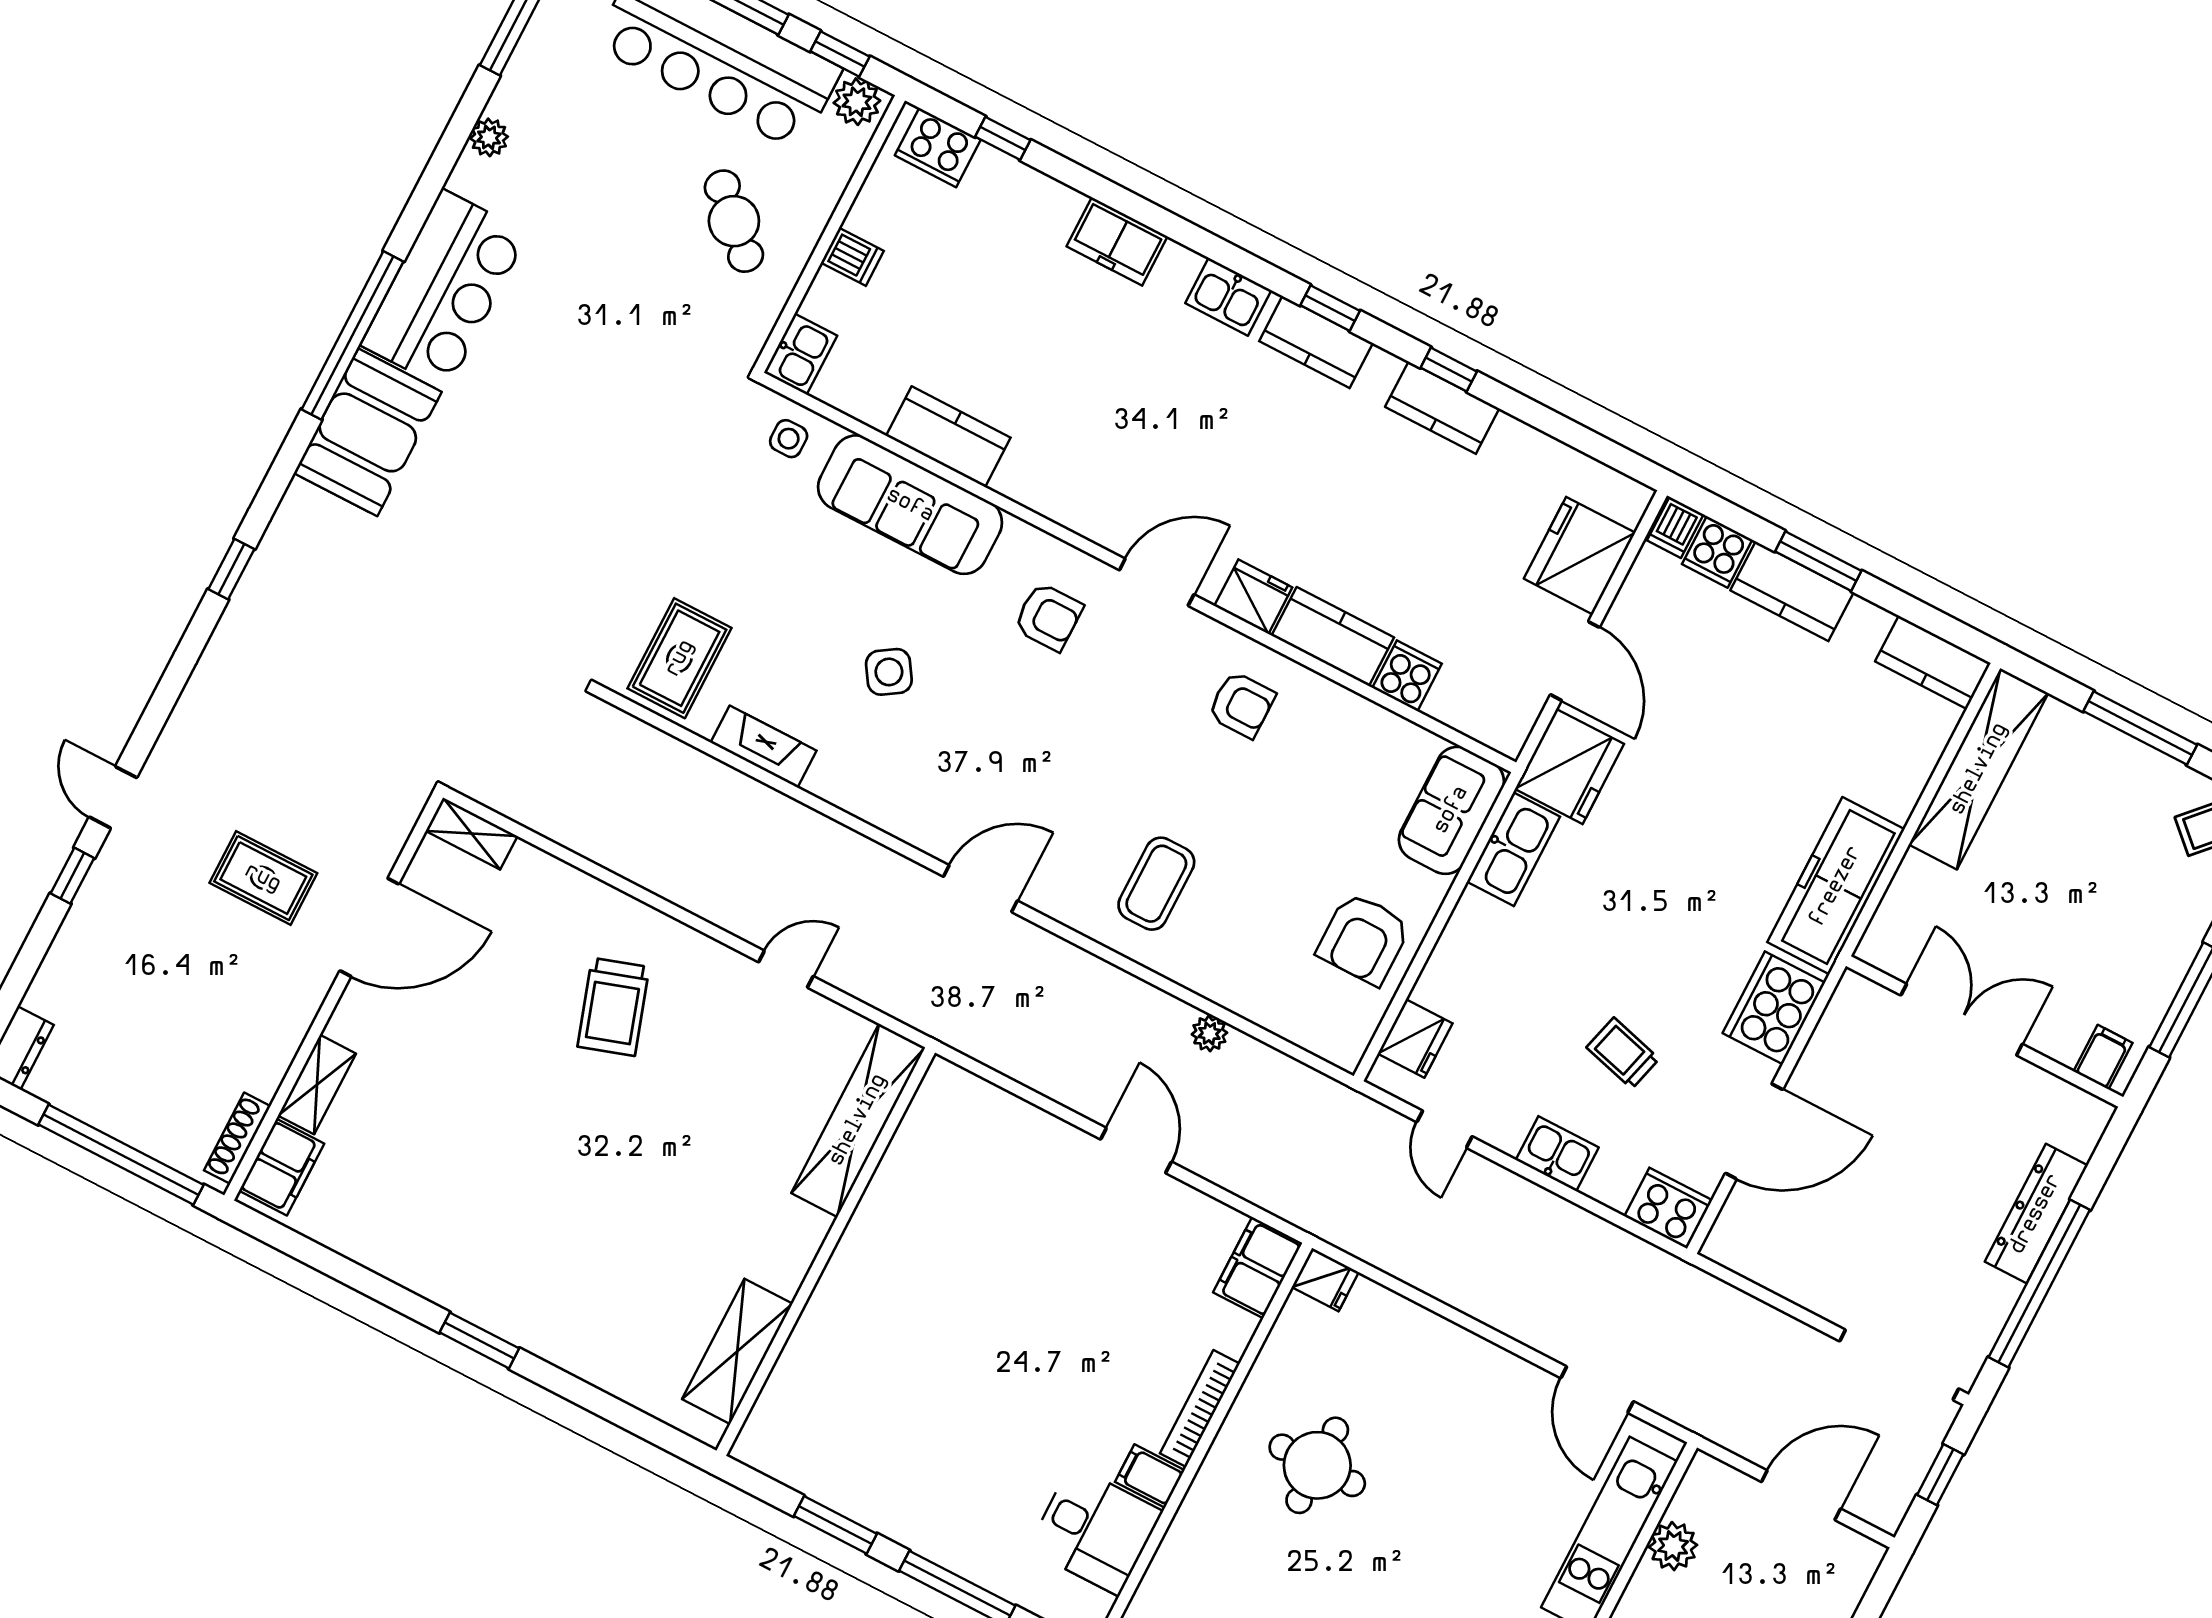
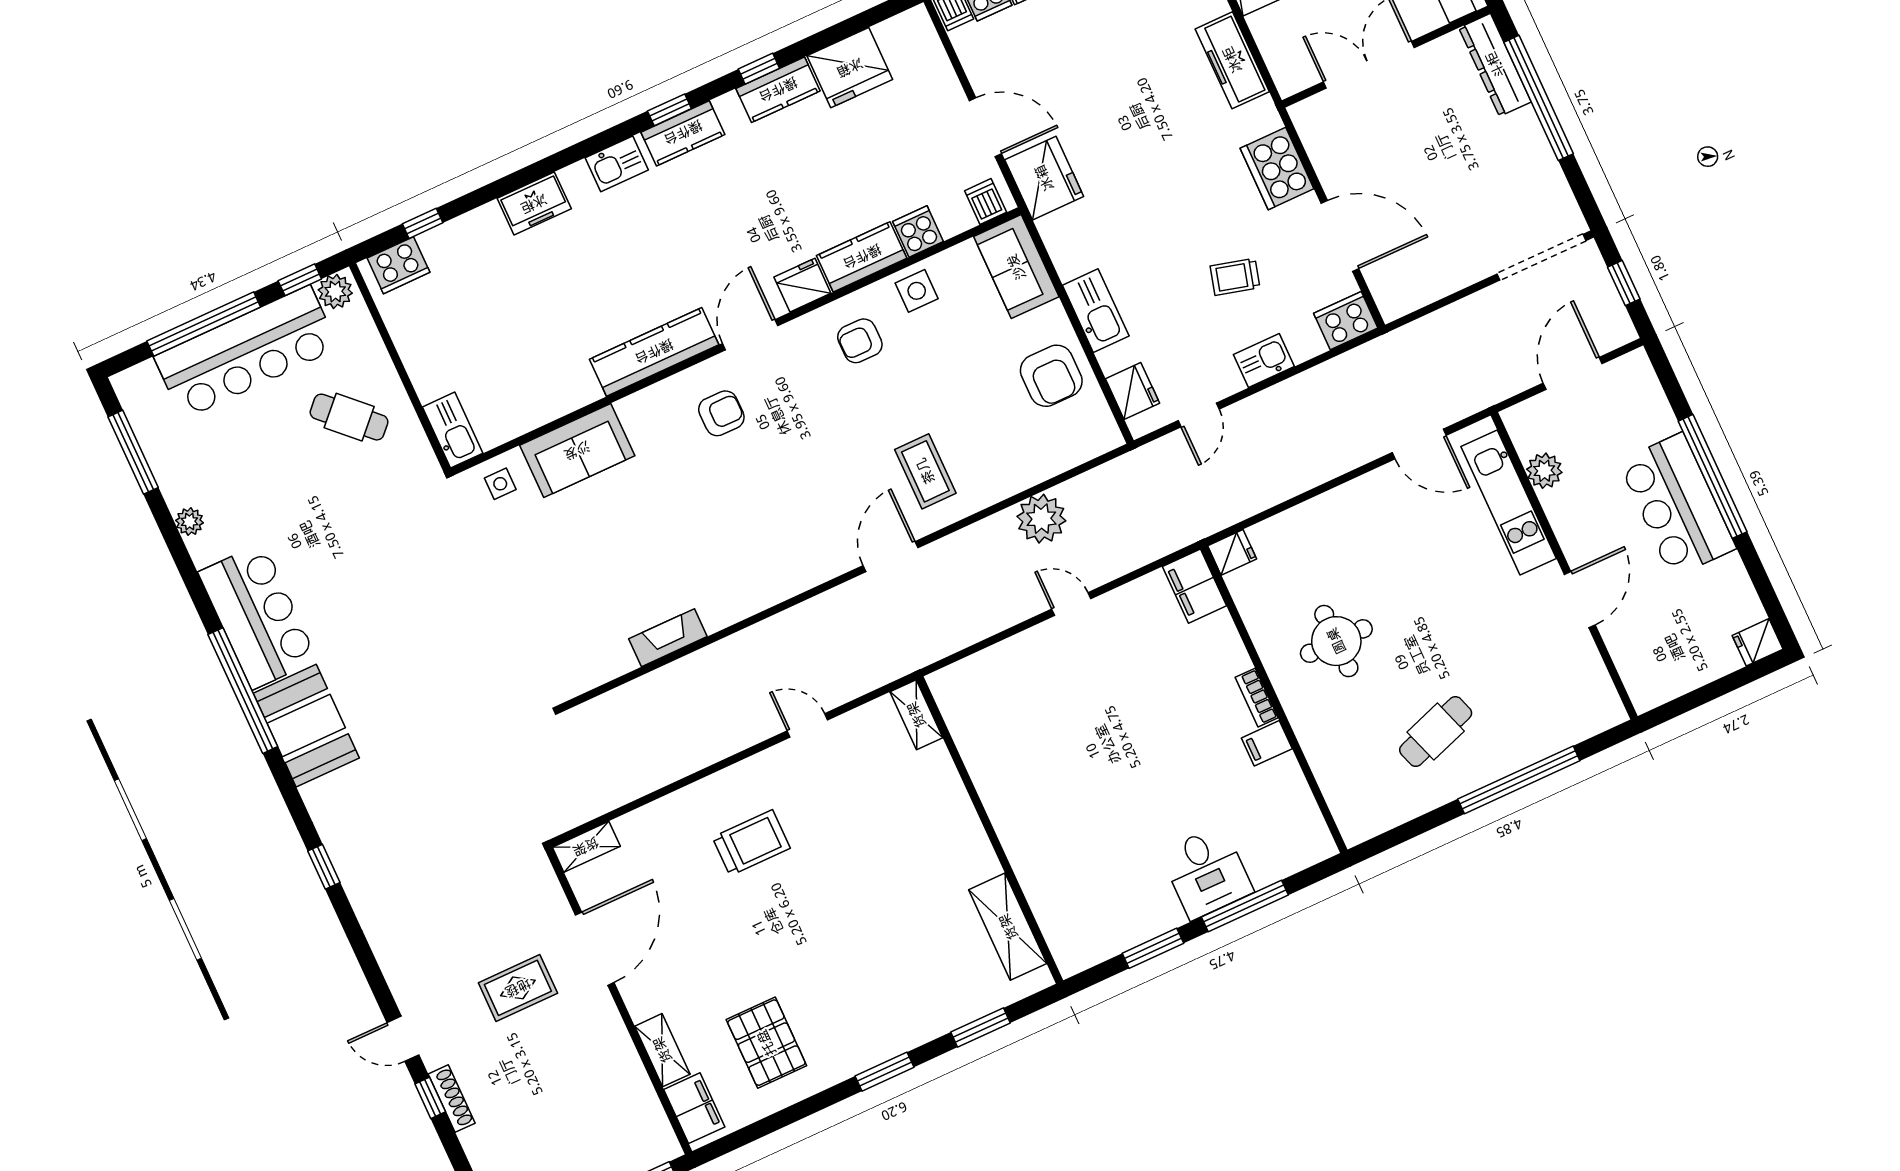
dishwasher: (852, 257) -> (986, 202), moved, turned -90
kitchen sink: (801, 354) -> (453, 430), width x1.38
kitchen counter: (948, 437) -> (654, 352), moved, width x1.50
sofa: (910, 505) -> (577, 451), width x0.73
fridge: (1580, 556) -> (850, 68), moved, turned -90
rug: (680, 658) -> (579, 646), removed
side table: (889, 672) -> (917, 291), moved, turned 33
armchair: (1242, 705) -> (860, 341), turned 180
kitchen sink: (1513, 849) -> (1096, 311), moved
freezer: (1836, 886) -> (1232, 60), width x0.73, depth x0.79
door: (980, 889) -> (891, 557), moved
door: (786, 969) -> (807, 725), hinge flipped
trolley: (613, 1007) -> (751, 843), turned -72
plant: (1209, 1033) -> (1041, 519), width x1.87, depth x1.87
shelving: (858, 1120) -> (916, 715), width x0.45, depth x0.75
door: (1445, 1129) -> (1199, 415), hinge flipped
door: (1754, 1131) -> (1340, 236), hinge flipped
shoe rack: (237, 1138) -> (452, 1099), moved, turned 180
door: (1136, 1151) -> (1071, 604), width x0.73
pallet: (412, 1190) -> (766, 1043), added
dresser: (2036, 1214) -> (1495, 65), moved
window: (2039, 1284) -> (1539, 98), moved
window: (607, 1406) -> (980, 1028), added
bookcase: (1200, 1409) -> (1257, 698), width x0.64
desk: (1095, 1530) -> (1207, 872), moved, turned 90

